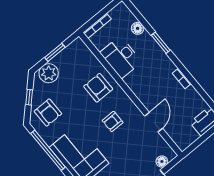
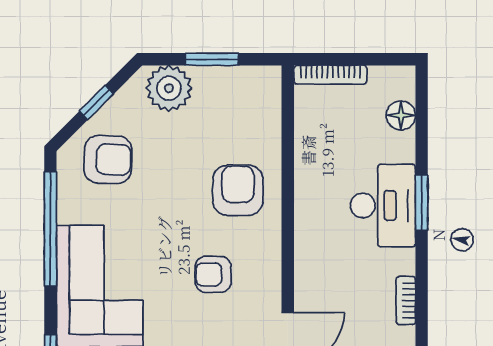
floor lamp: (138, 28) -> (401, 115), moved
desk: (121, 57) -> (383, 206), moved, turned 180
armchair: (48, 113) -> (108, 159), turned -88

